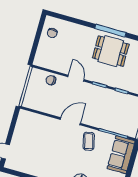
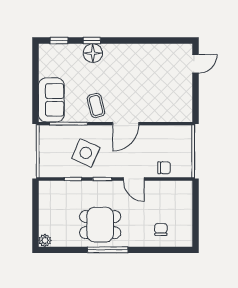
chair: (52, 33) -> (161, 229), moved
side table: (106, 108) -> (86, 153), added

